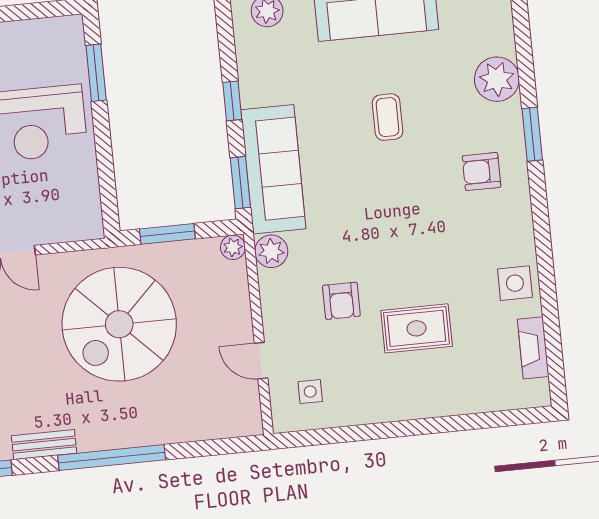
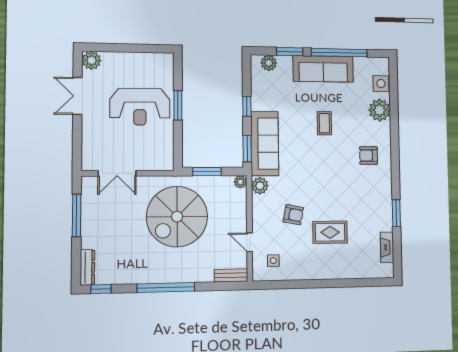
window: (96, 73) -> (178, 105), moved
window: (532, 134) -> (396, 213), moved
side table: (515, 283) -> (381, 84), moved
armchair: (341, 301) -> (293, 215), turned -79
bench: (44, 445) -> (231, 275), moved

